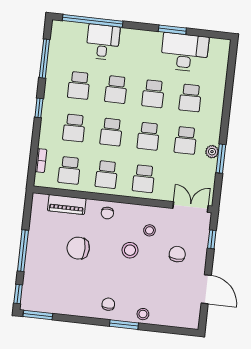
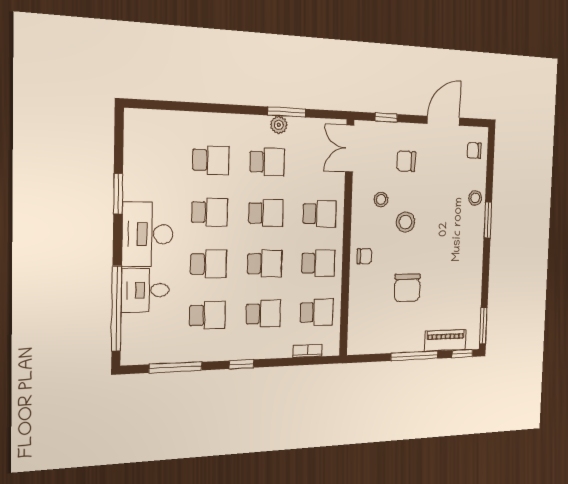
desk: (185, 52) -> (148, 234), moved
piano: (67, 205) -> (445, 340), moved, turned -90
chair: (108, 304) -> (474, 150), moved

